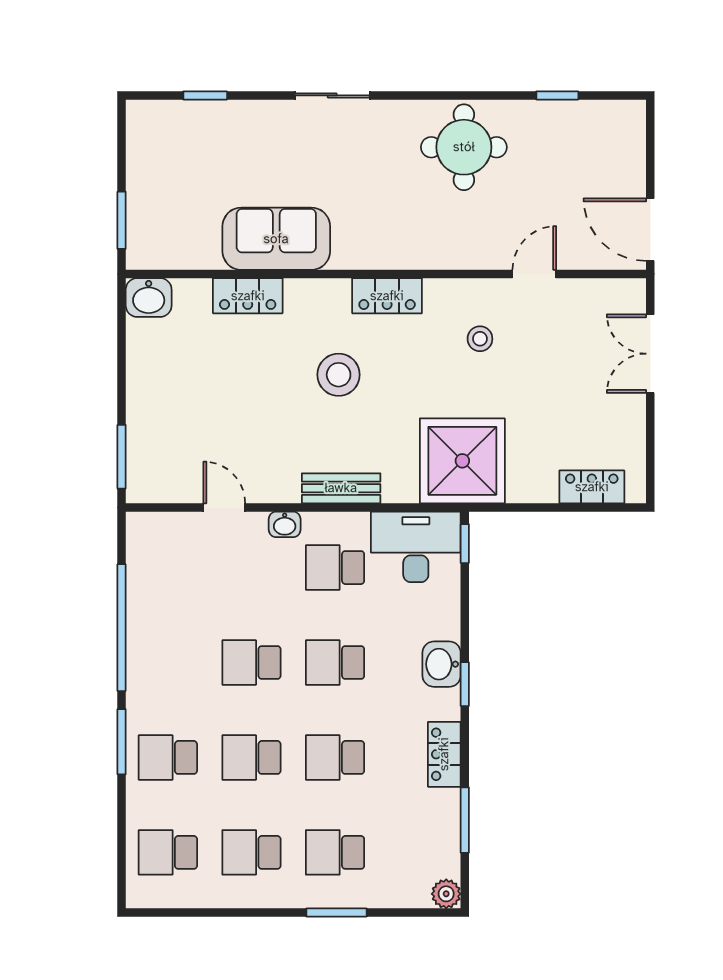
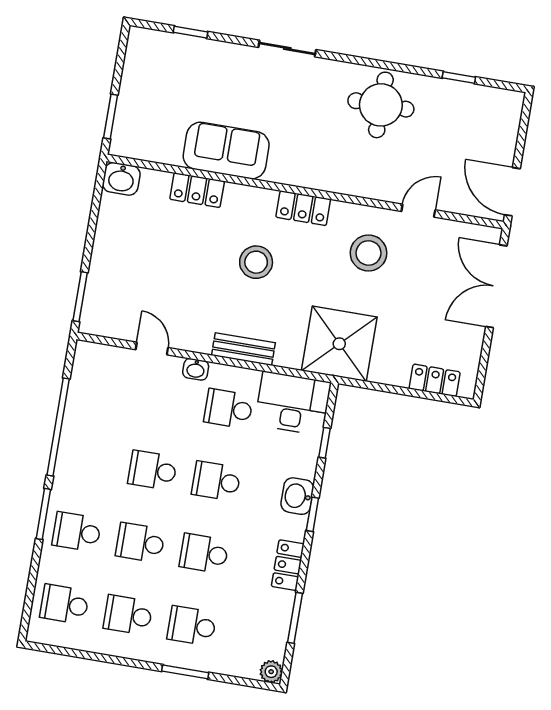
stool: (480, 339) -> (368, 253), width x1.89, depth x1.89
double door: (650, 354) -> (496, 286), width x1.37
window: (465, 544) -> (325, 443), moved

